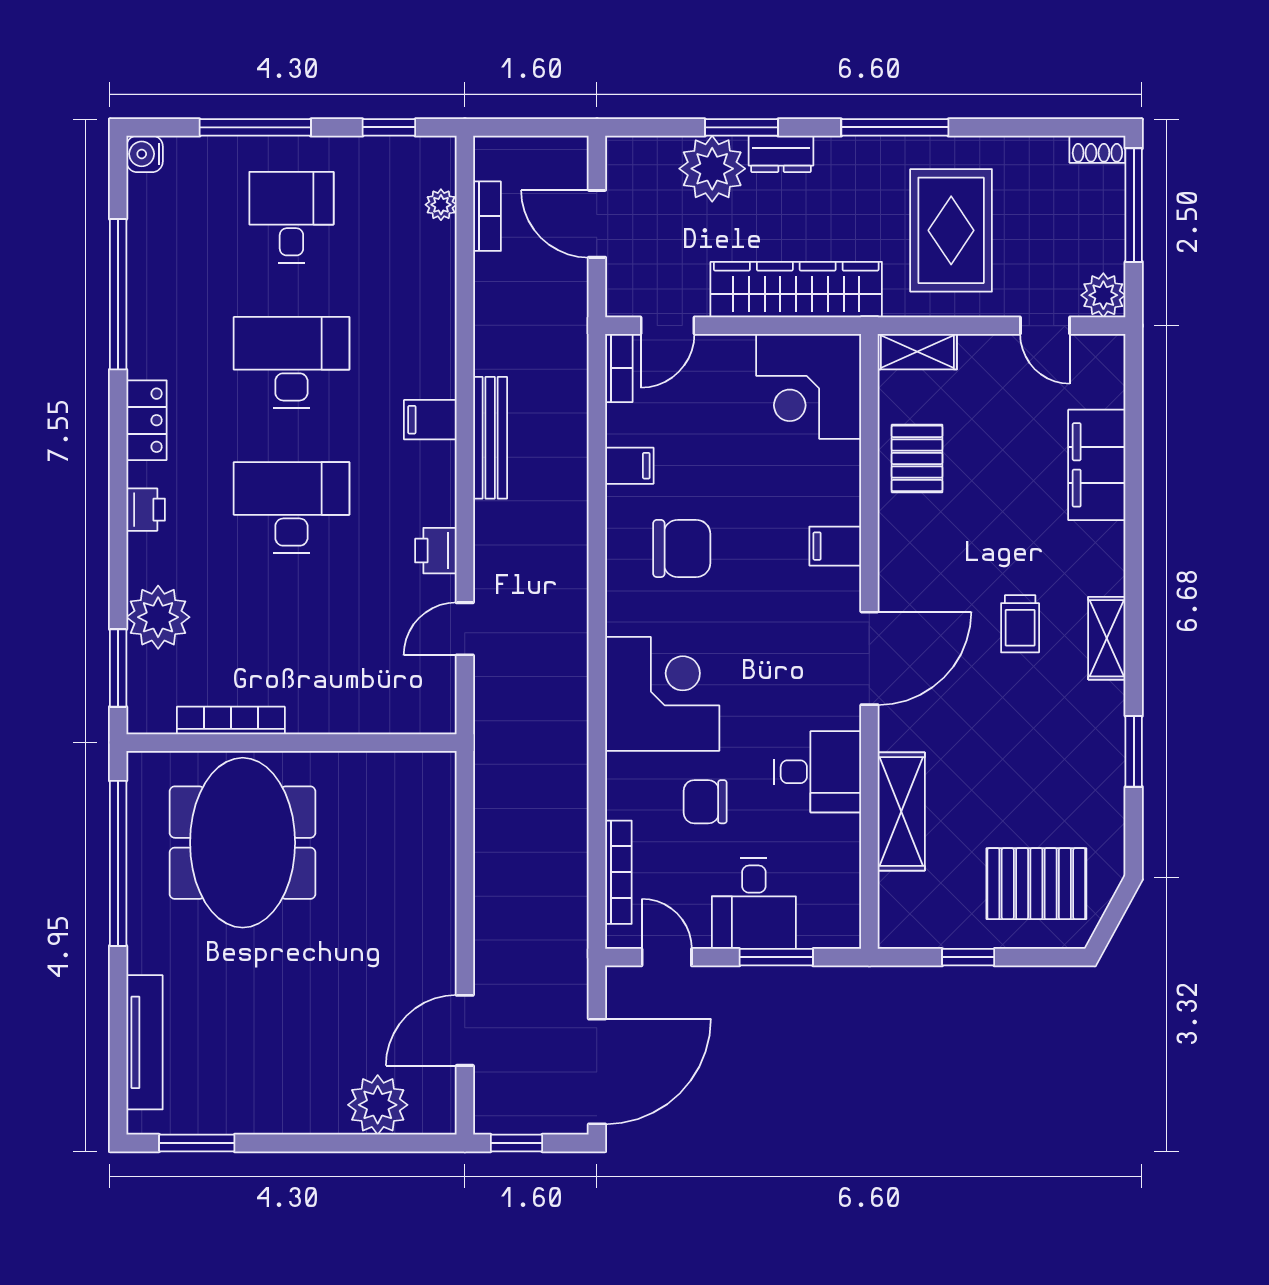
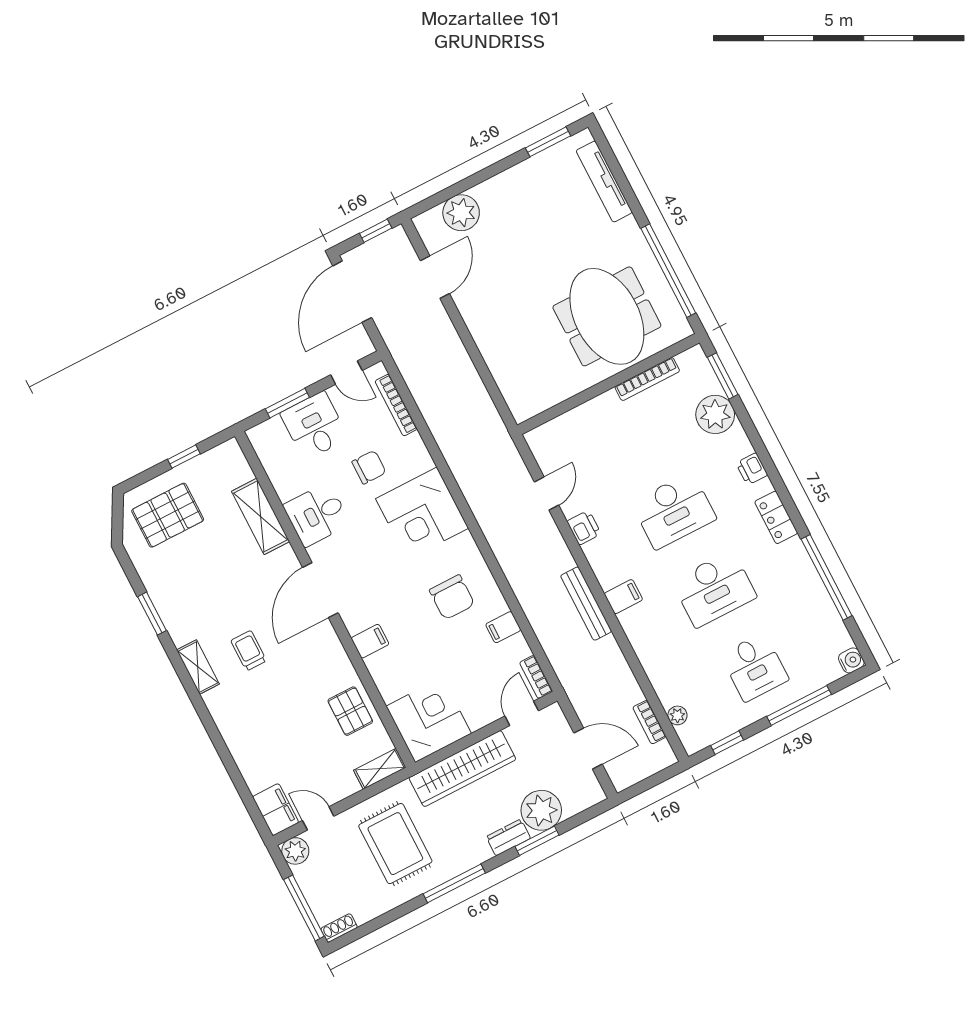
filing cabinet: (1097, 465) -> (276, 810), moved, width x0.67, depth x0.86
chair: (682, 548) -> (452, 597), turned -90

